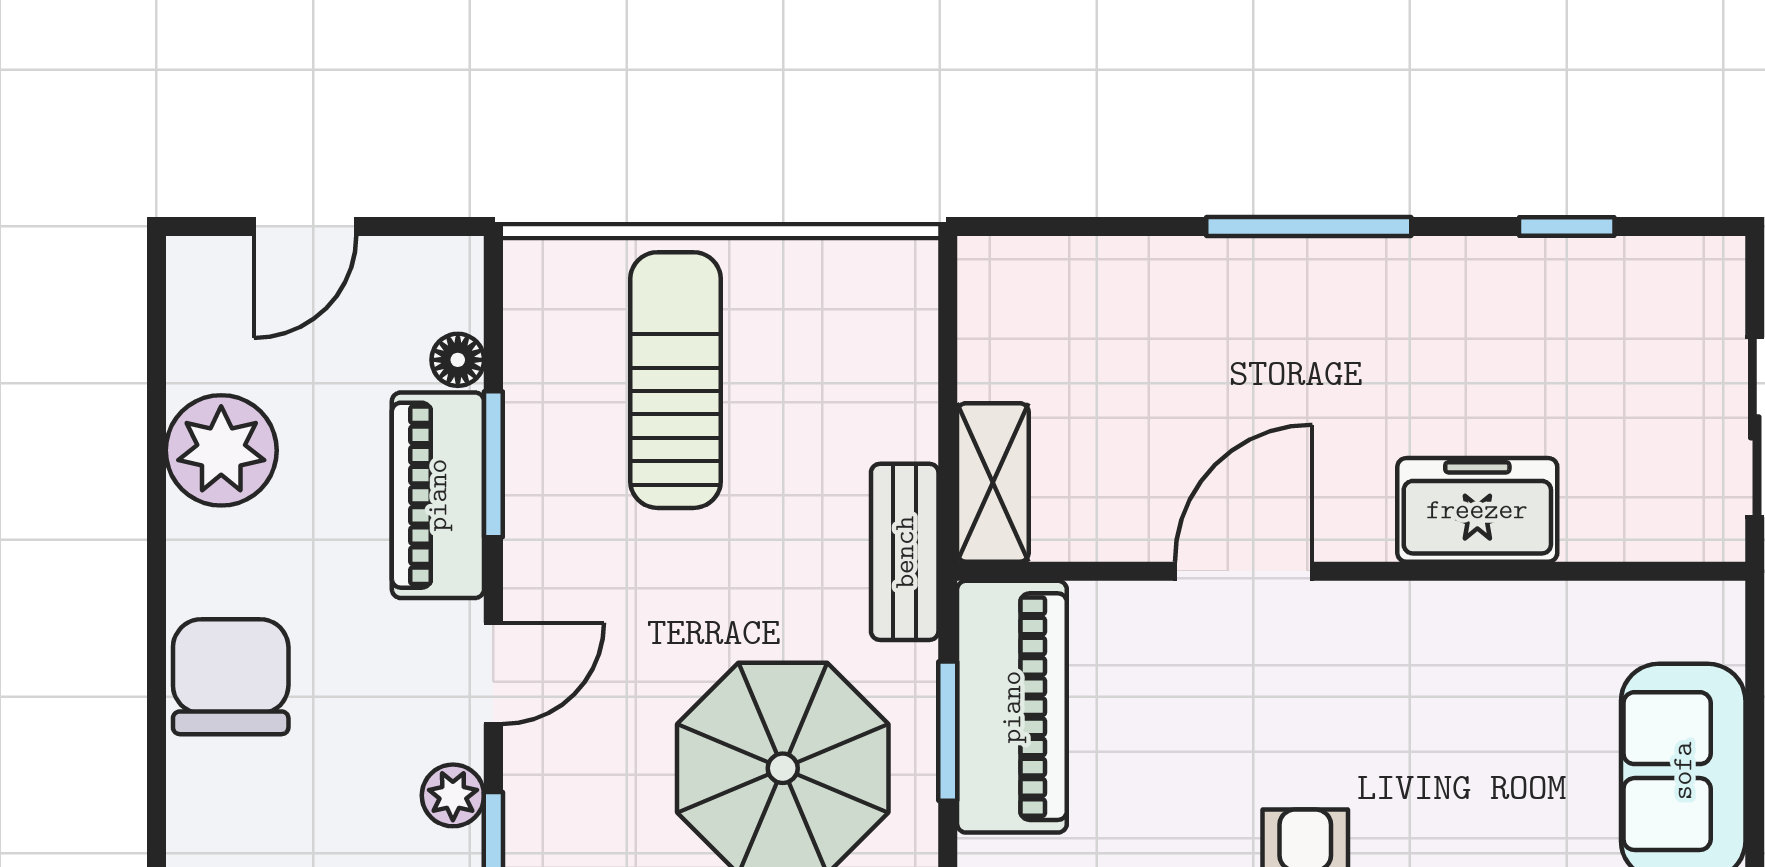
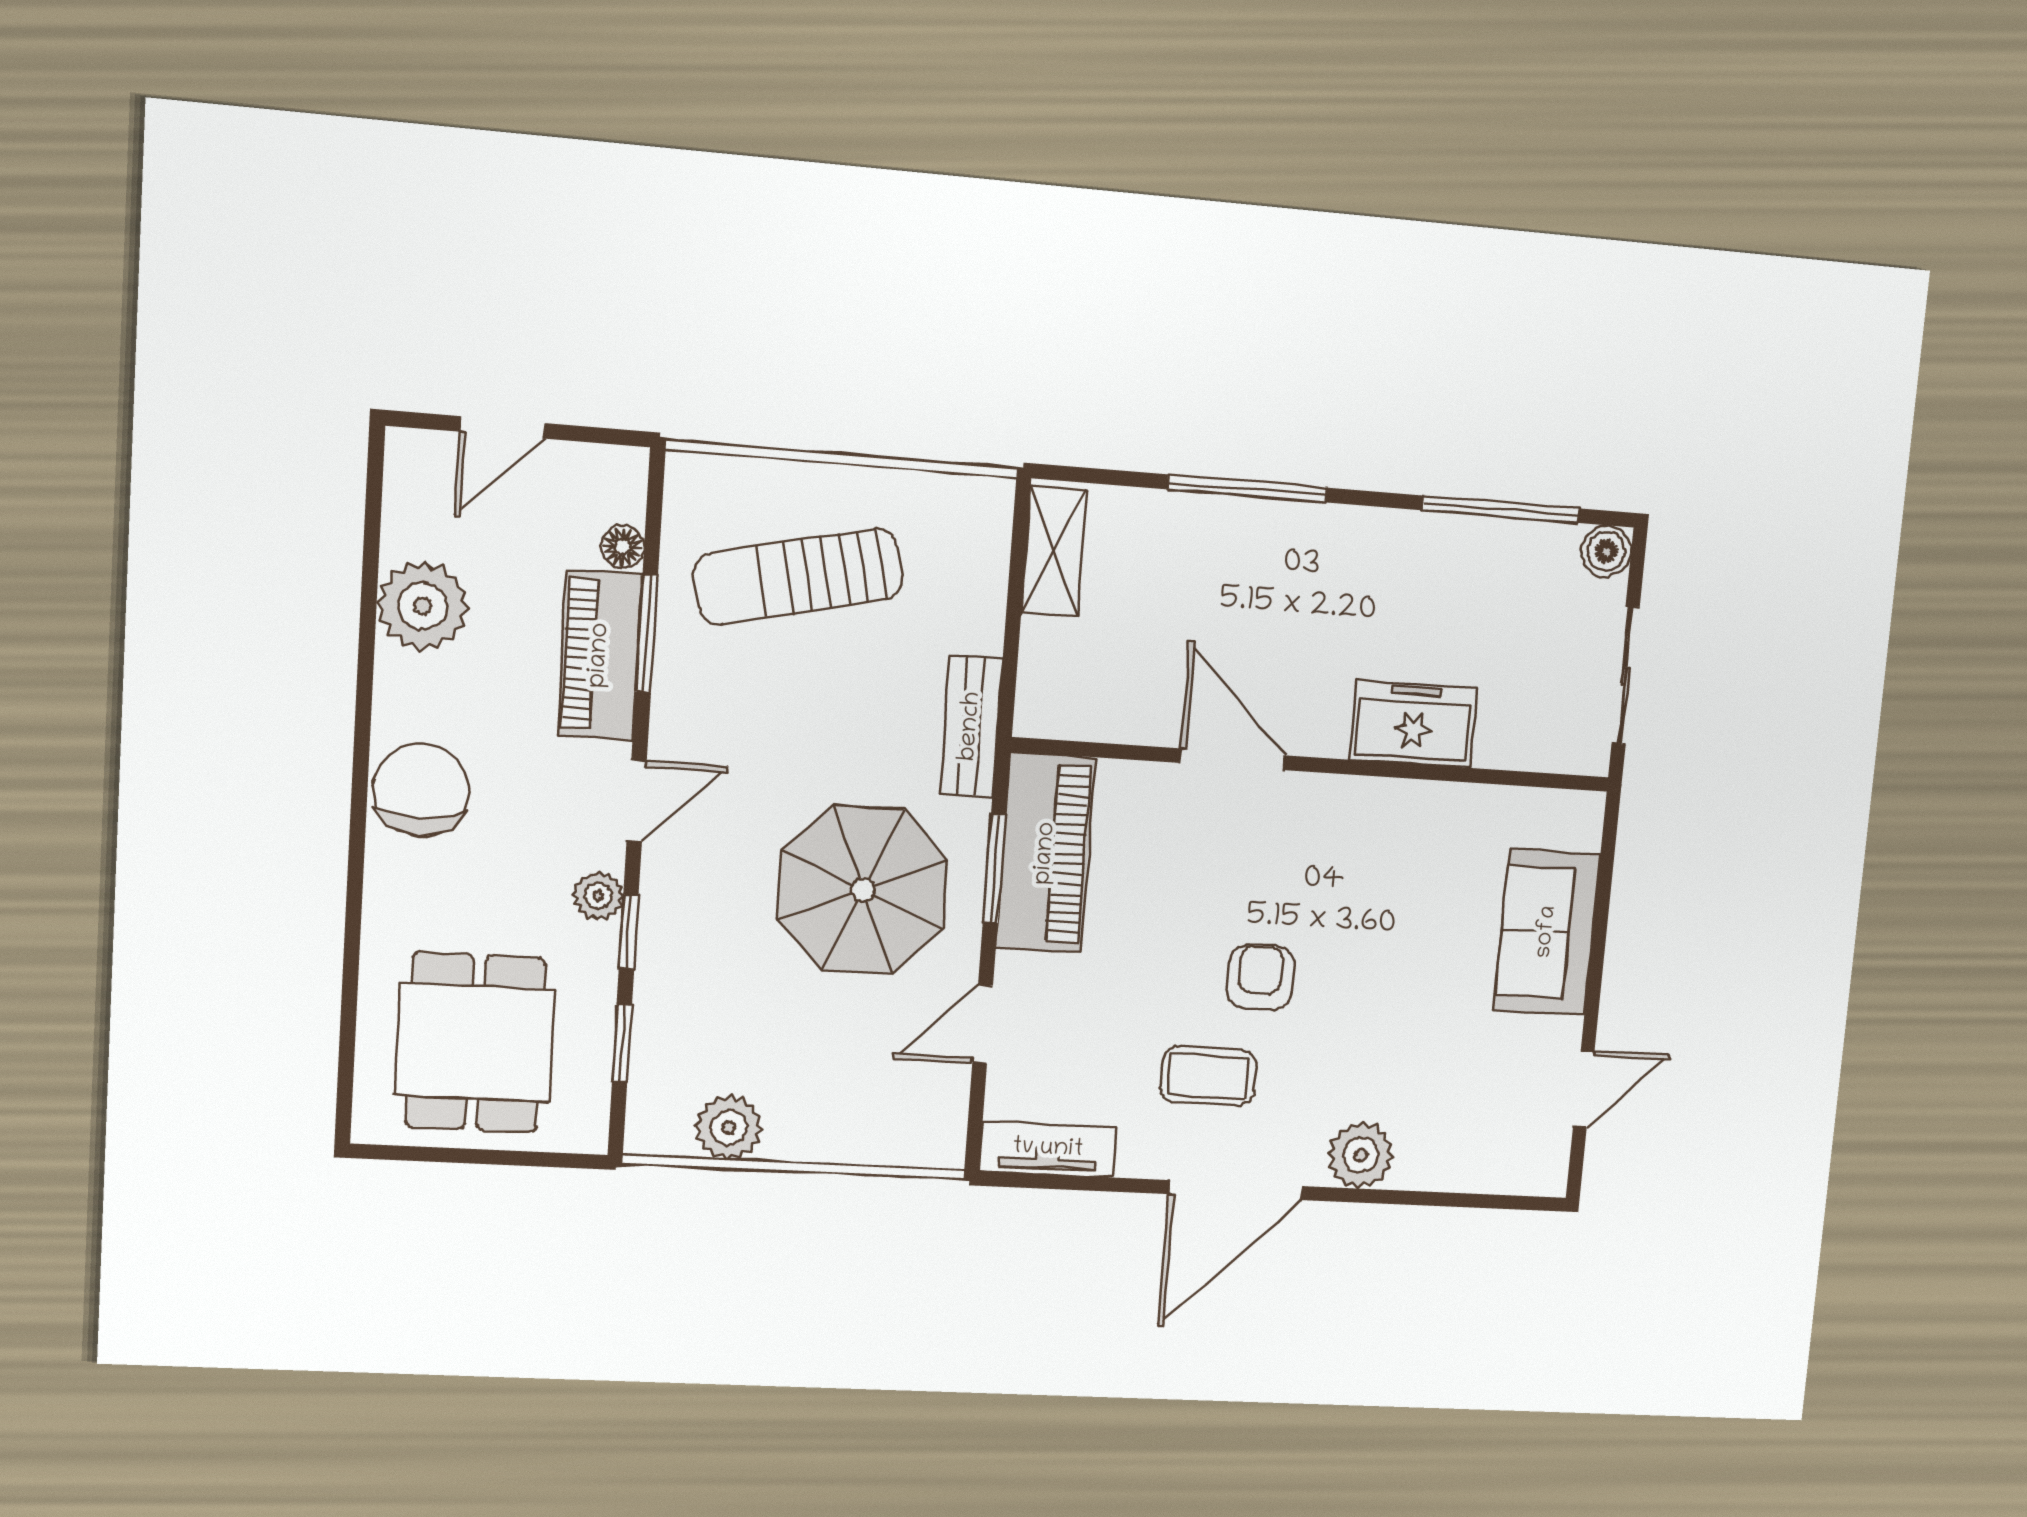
window: (1309, 226) -> (1247, 488), moved
window: (1567, 226) -> (1501, 509), width x2.17
boiler: (1712, 269) -> (1606, 551), added
sun lounger: (676, 380) -> (799, 577), turned -103
shelving: (993, 482) -> (1054, 551), moved
door: (1244, 571) -> (1232, 759), hinge flipped

